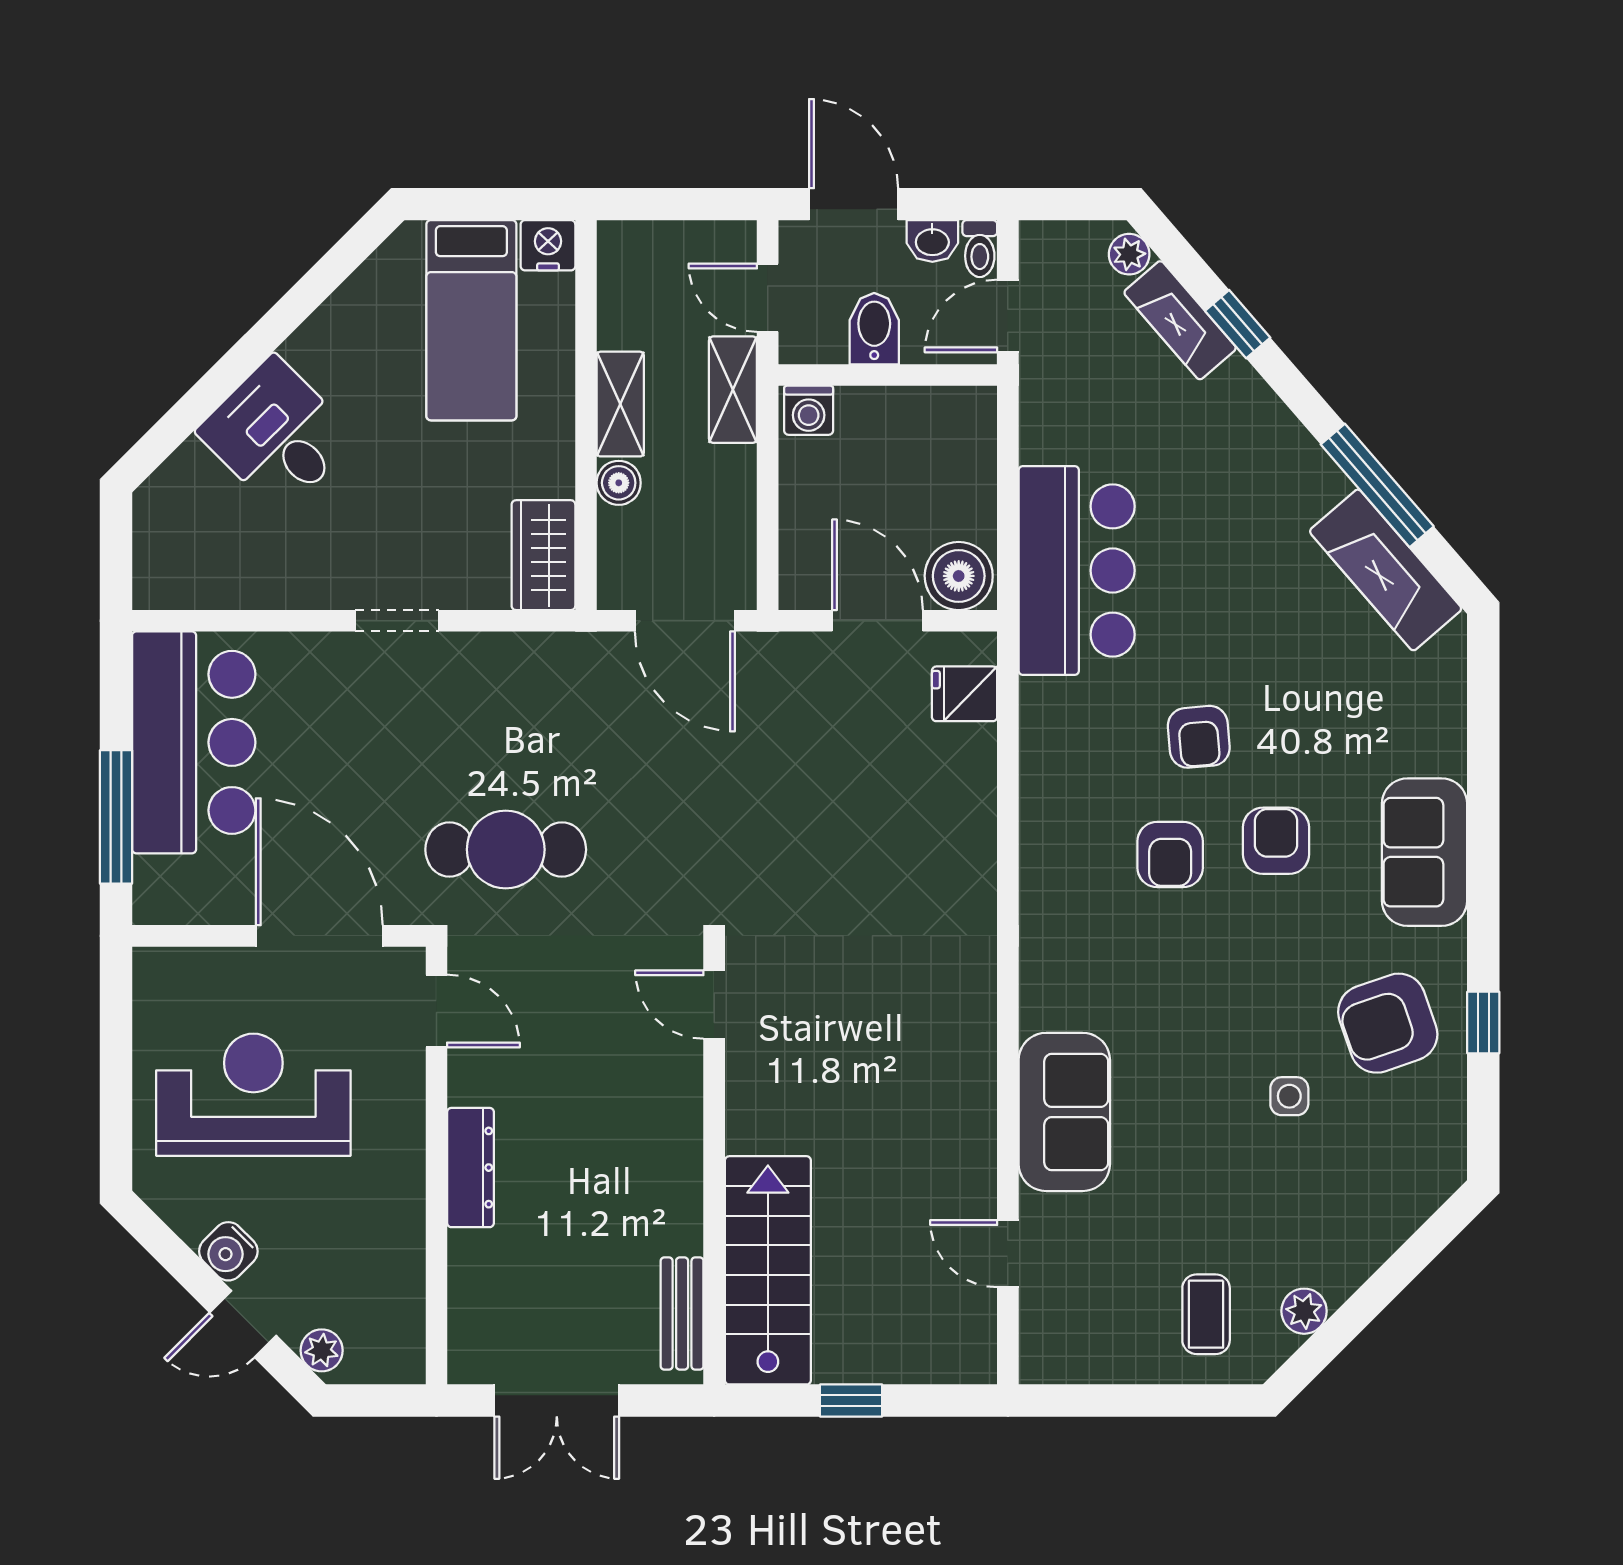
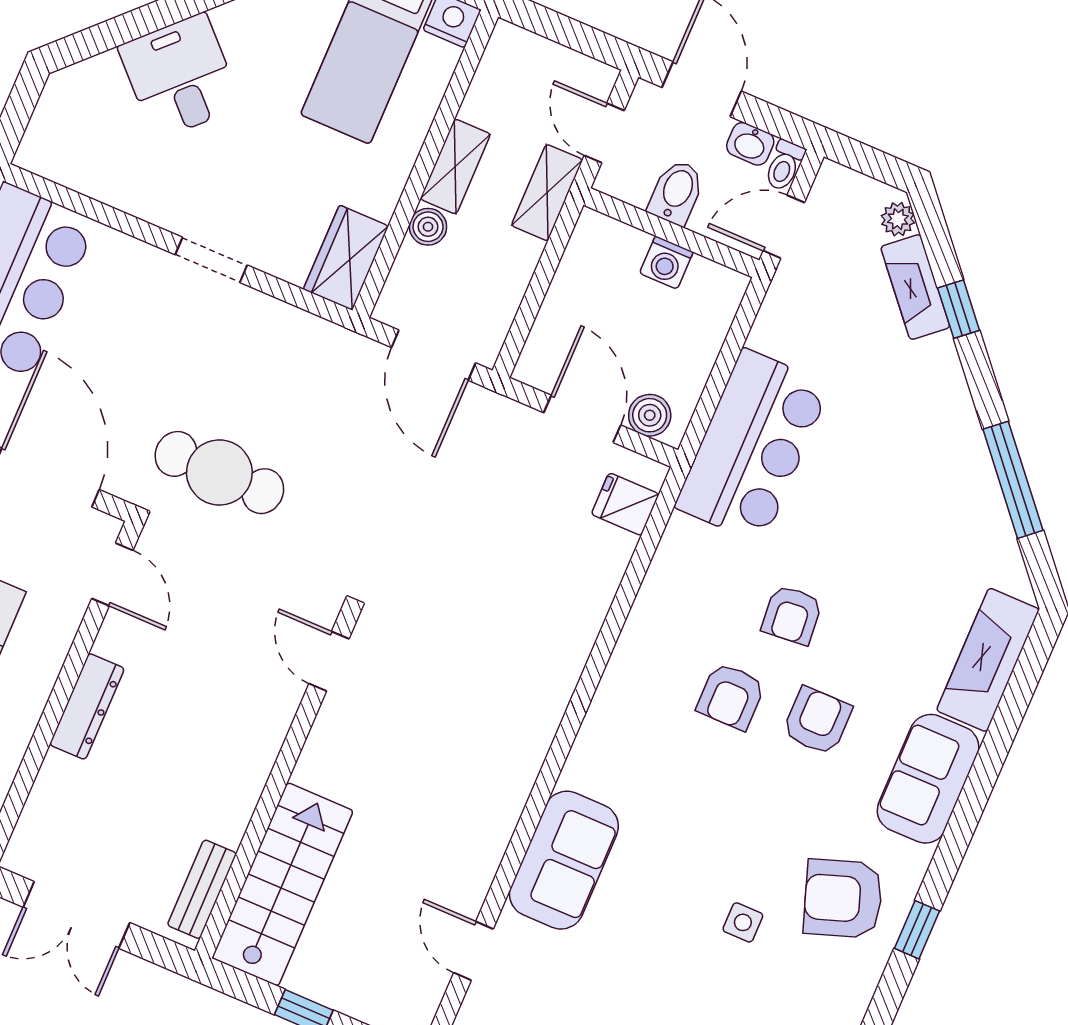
washing machine: (809, 410) -> (666, 263), moved
fireplace: (1386, 570) -> (988, 660), moved, turned 41
boiler: (959, 576) -> (650, 415), width x0.73, depth x0.73

